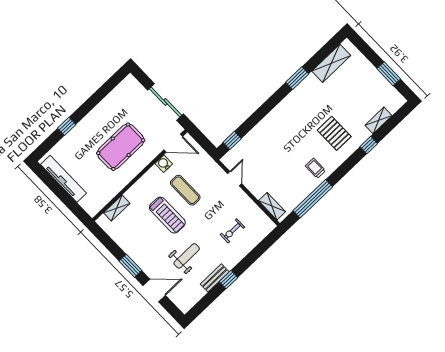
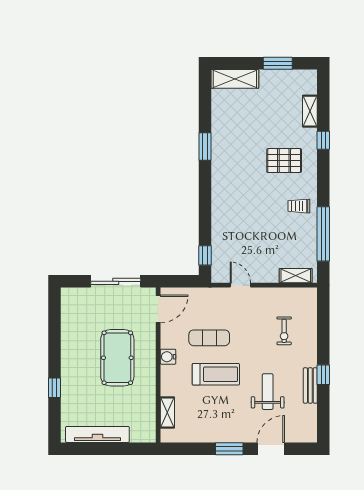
shelving: (331, 63) -> (235, 79), moved, turned 90
water cooler: (164, 164) -> (168, 357), moved

